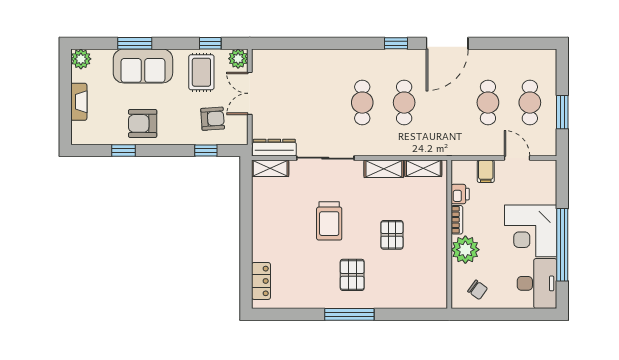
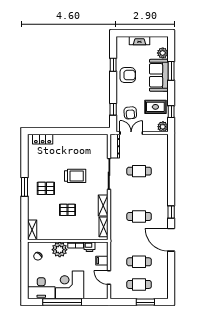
plant: (81, 59) -> (163, 53), moved
double door: (250, 93) -> (131, 133), moved
cafe table: (362, 103) -> (139, 171), moved
window: (562, 112) -> (145, 302), moved
armchair: (143, 123) -> (128, 75), turned 90
door: (517, 158) -> (109, 278), swing flipped
shelving: (270, 168) -> (32, 230), moved
trolley: (329, 221) -> (75, 176), turned 180
window: (349, 314) -> (24, 187), width x0.69

